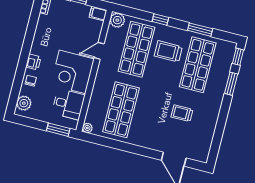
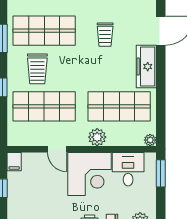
plant: (117, 20) -> (97, 137), moved
freezer: (148, 140) -> (146, 67), added

